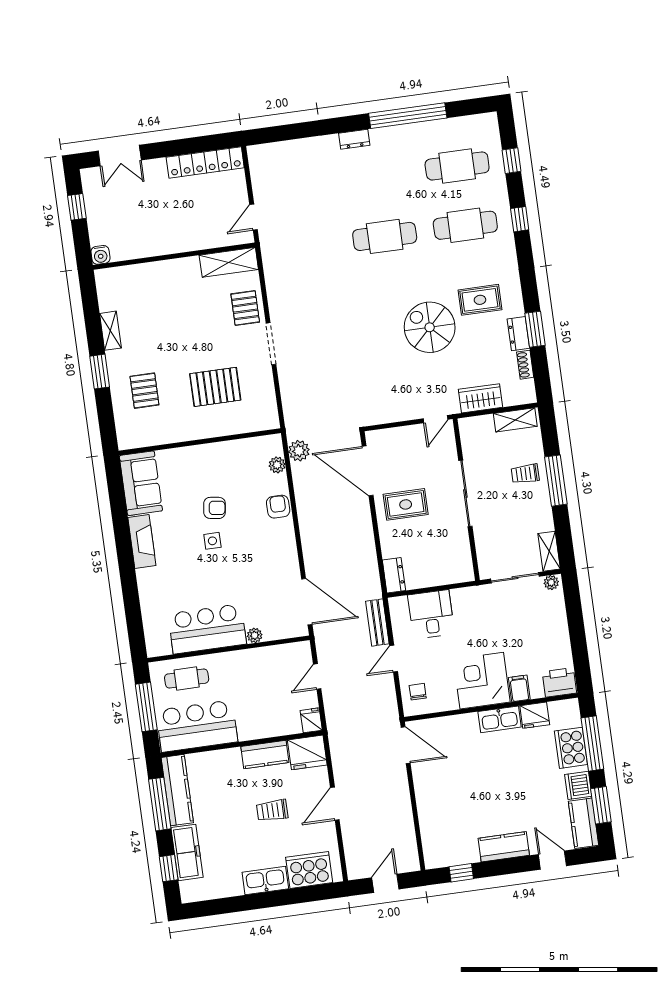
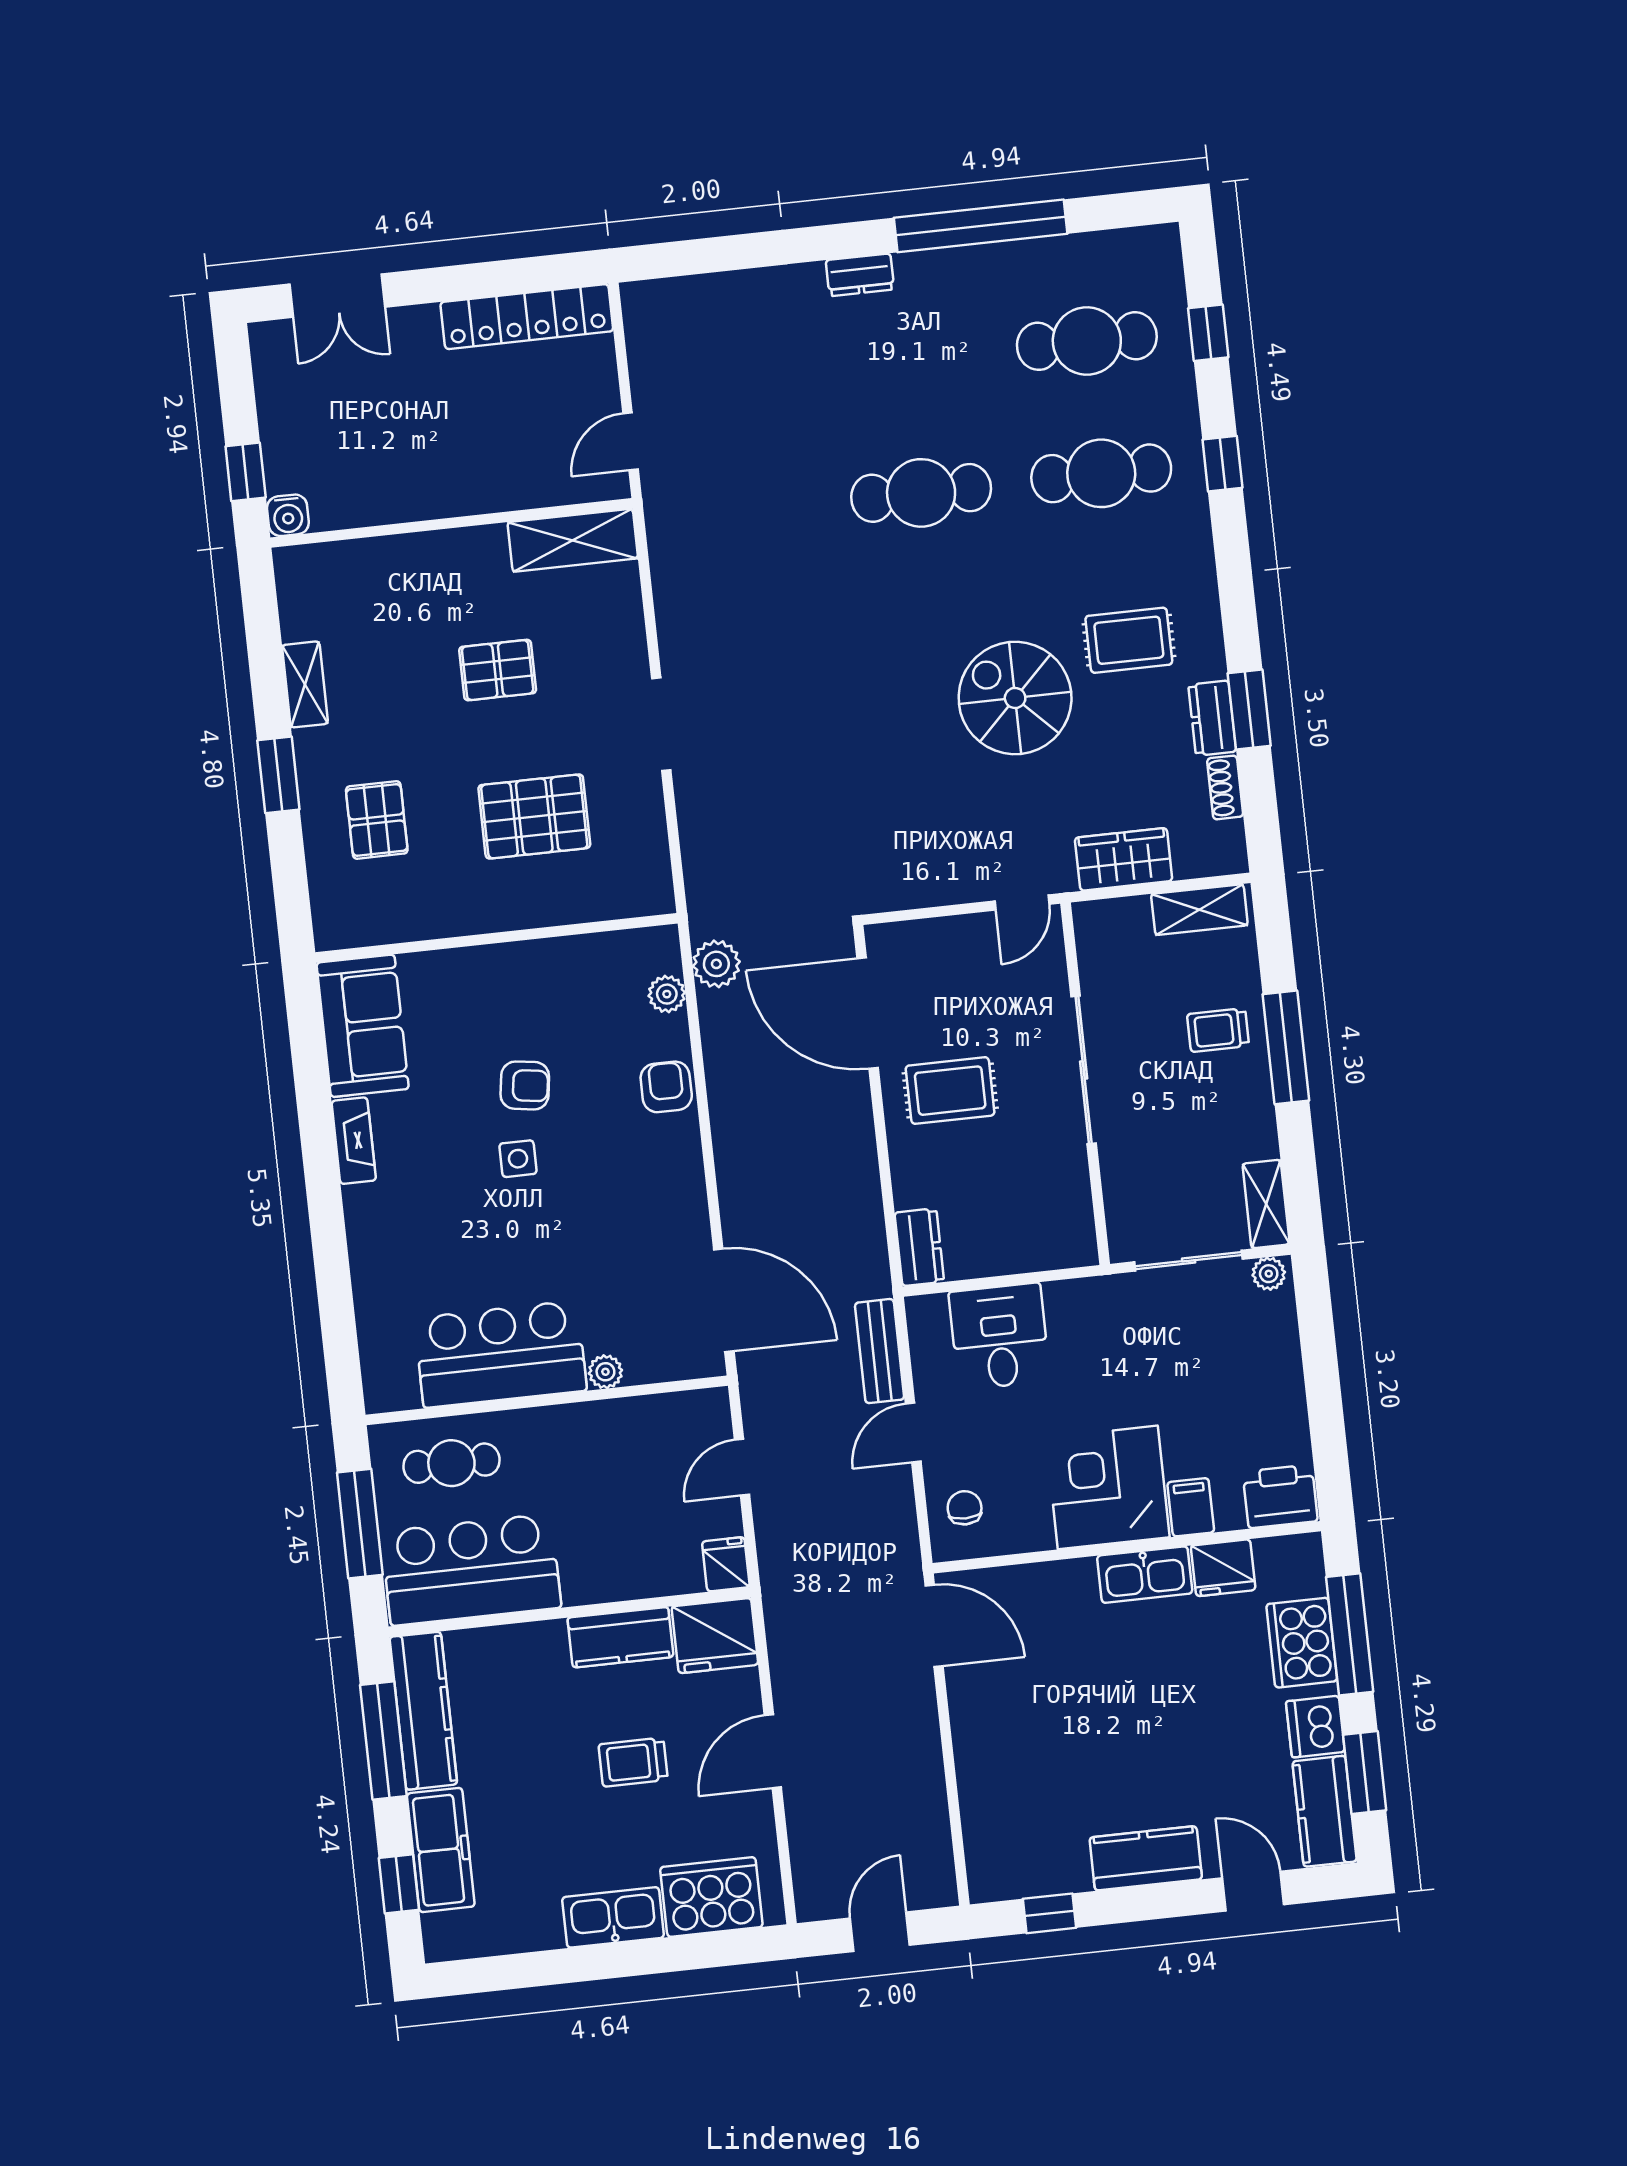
window: (77, 207) -> (246, 472), moved
pallet: (245, 308) -> (498, 670), moved, turned 90
fireplace: (142, 541) -> (354, 1141), width x0.73, depth x0.76

